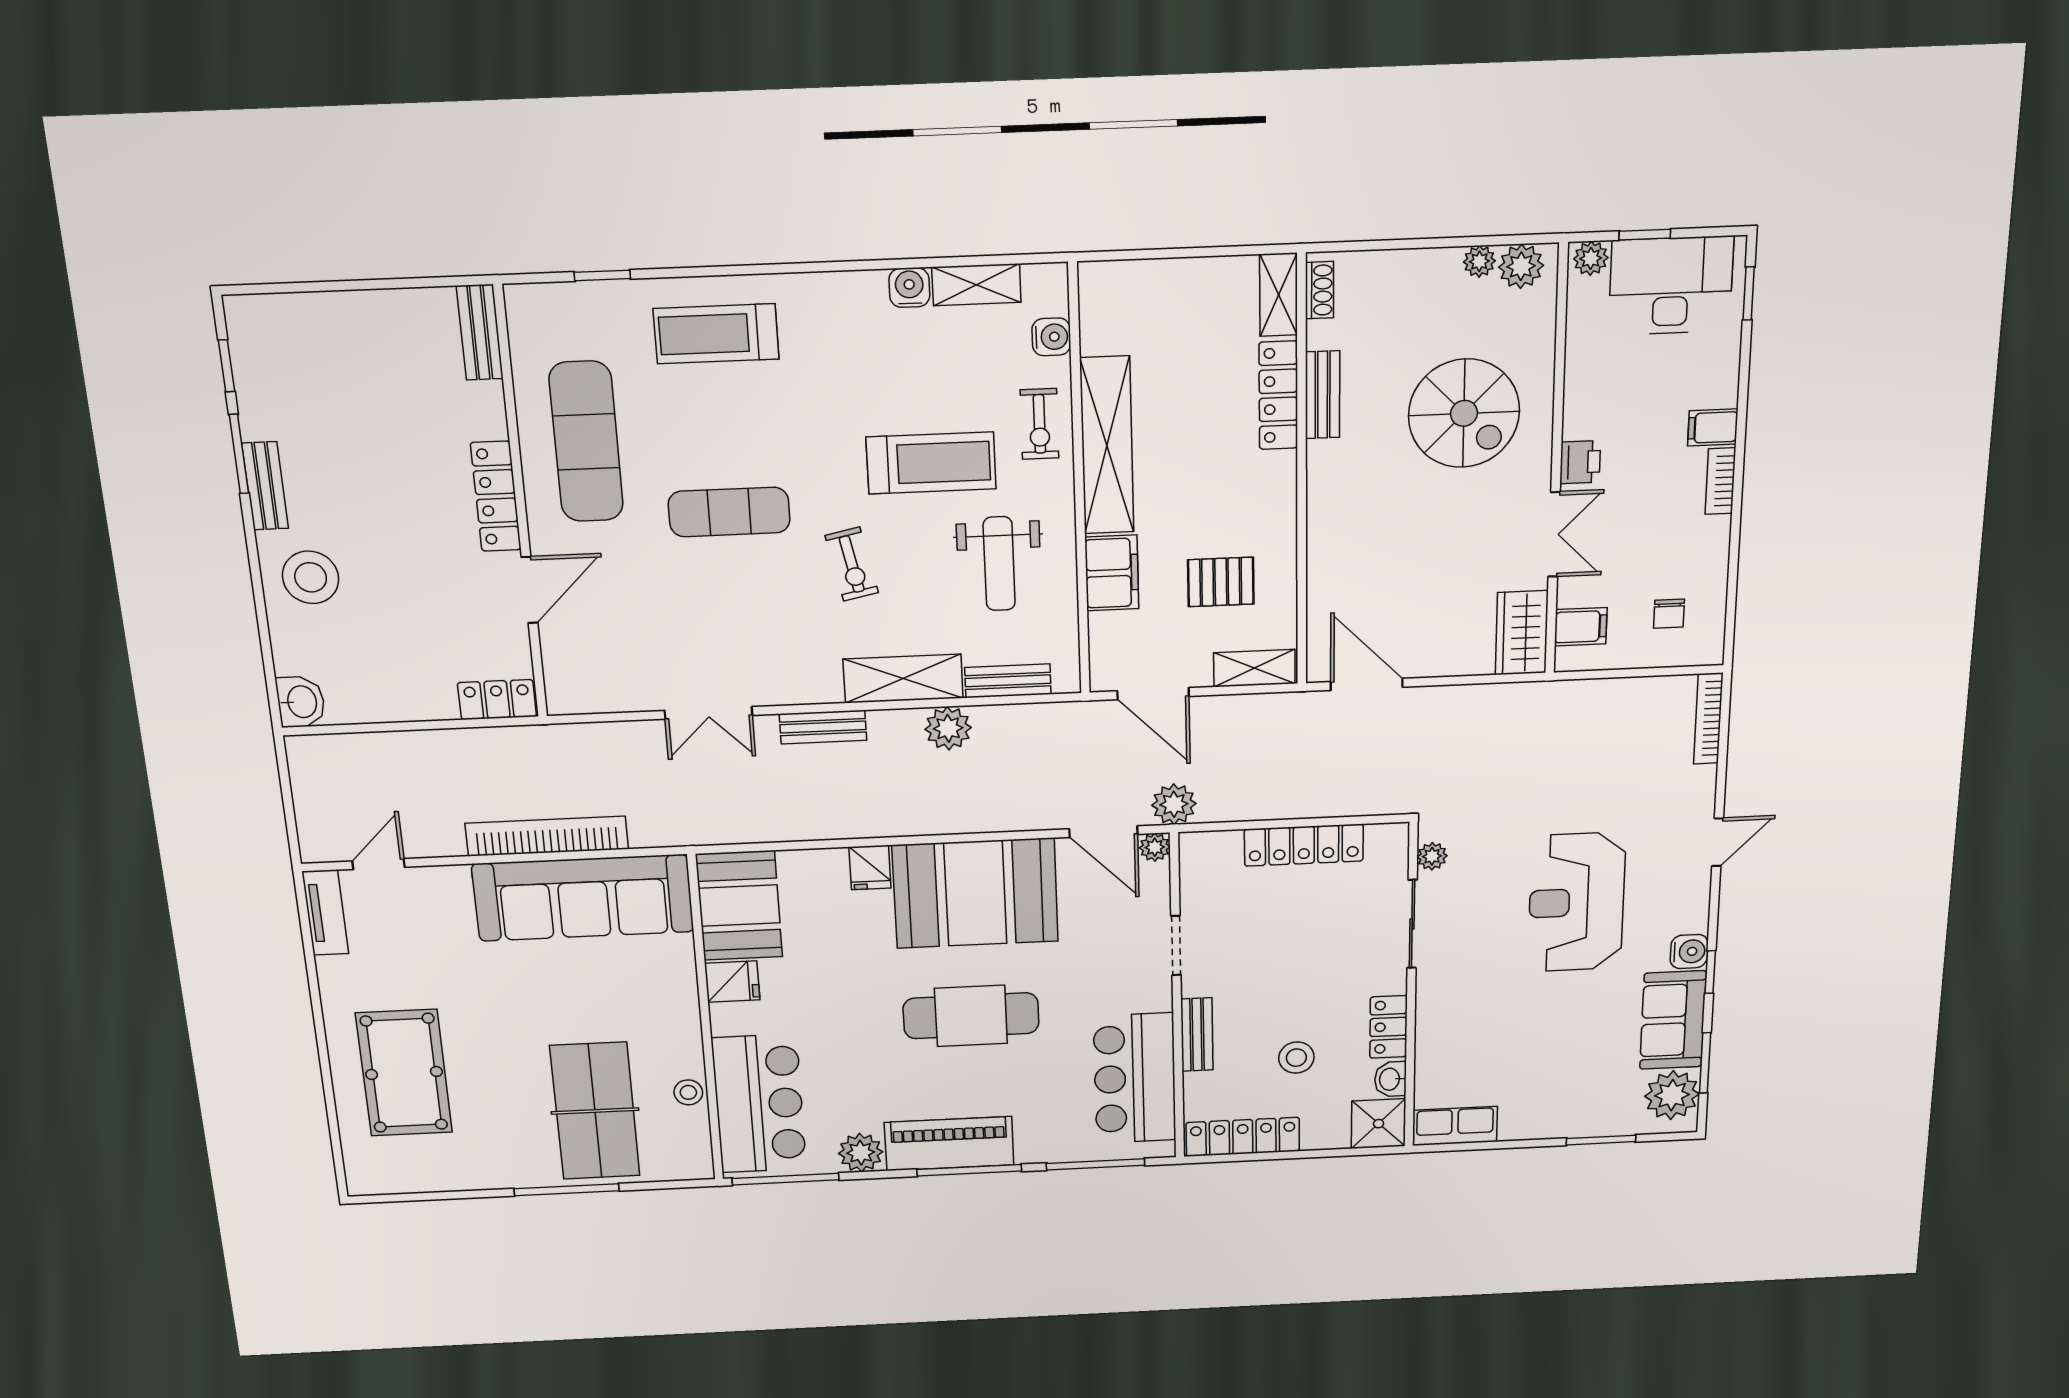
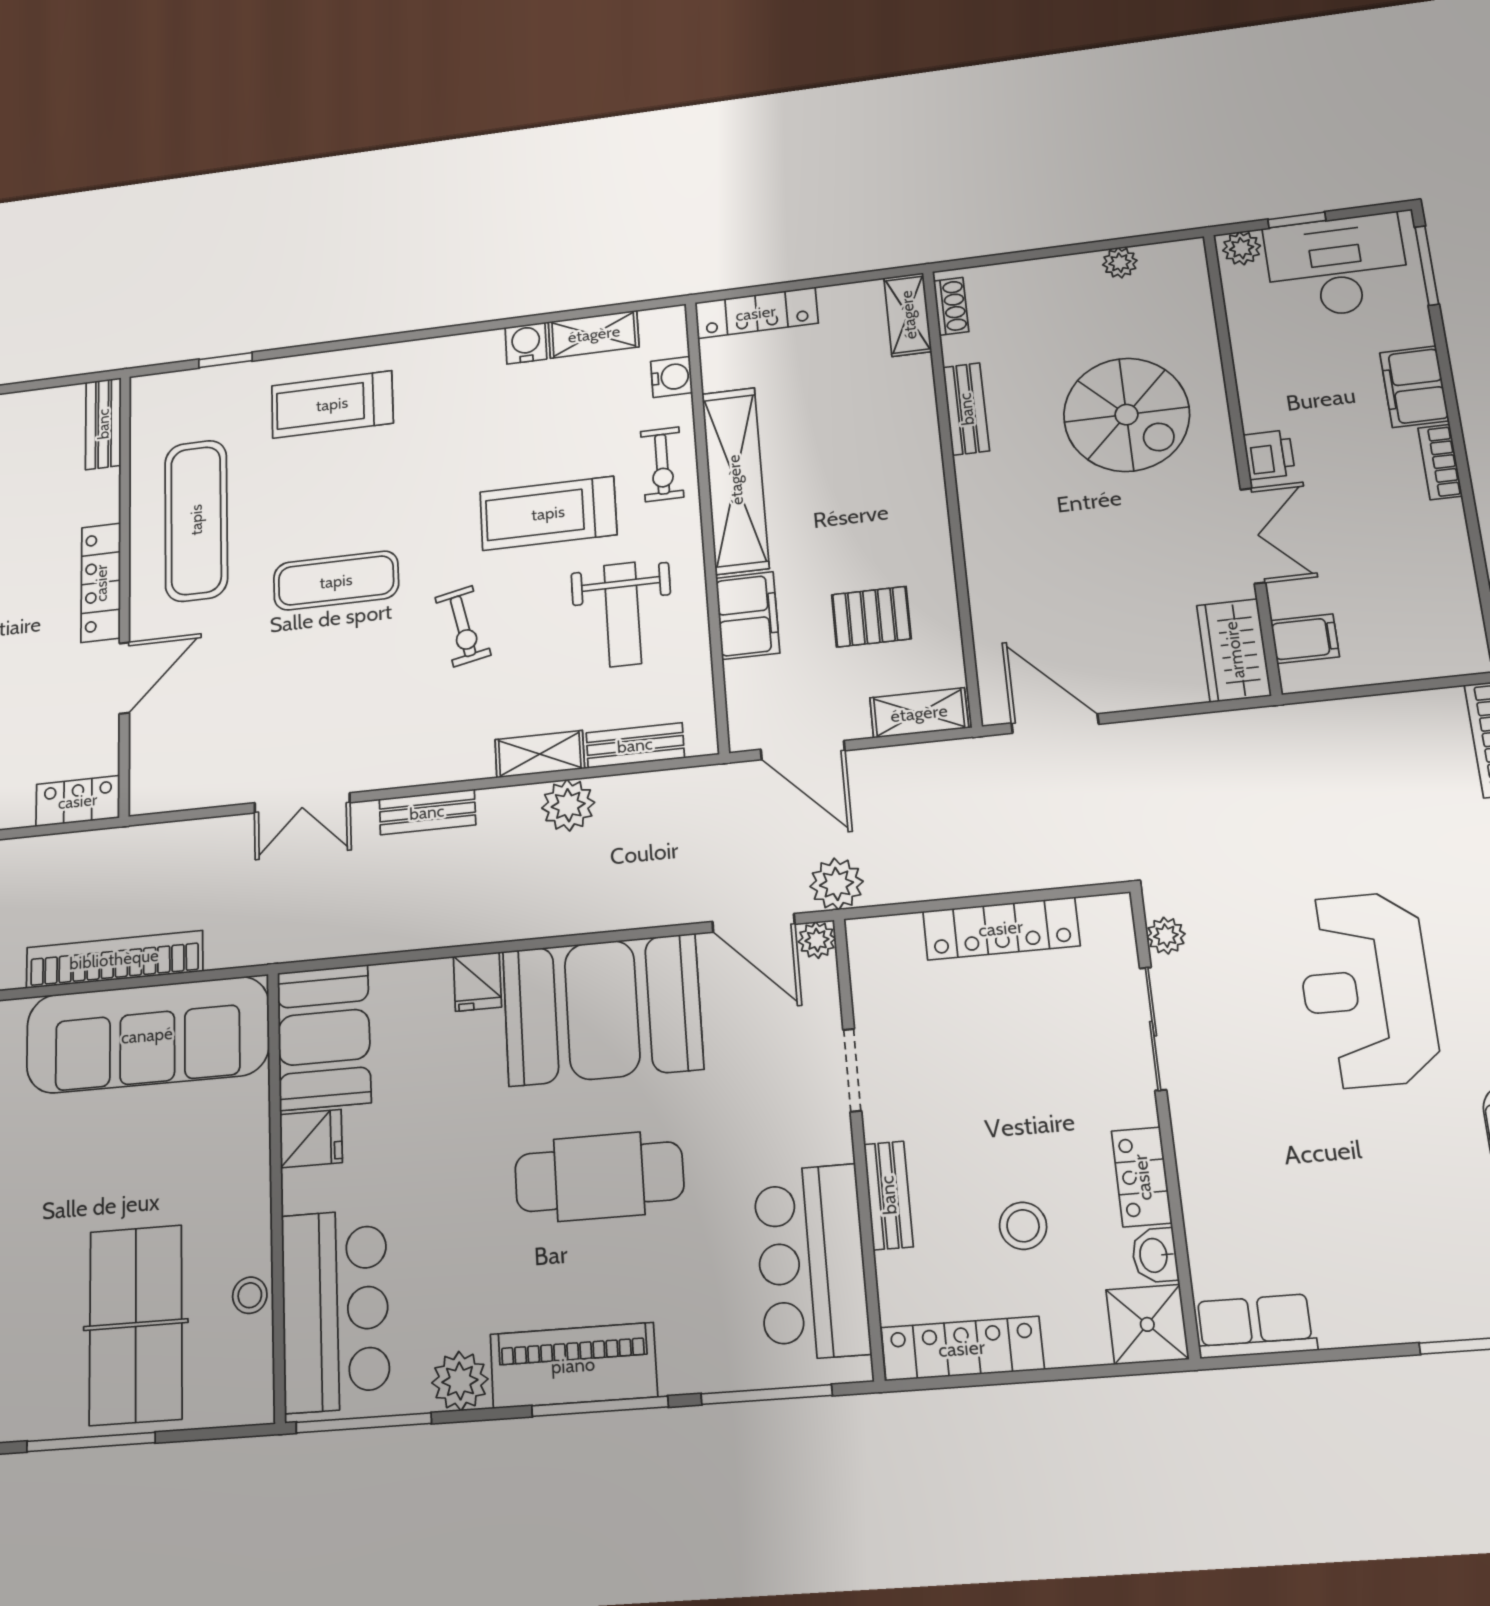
plant: (1521, 266) -> (1166, 263), removed
window: (1749, 293) -> (1427, 266), width x1.50
locker: (1278, 395) -> (756, 313), moved, turned -90
filing cabinet: (1713, 427) -> (1414, 387), width x2.00
treadmill: (931, 463) -> (548, 513), turned 180
chair: (1669, 614) -> (1411, 616), removed
shelving: (903, 679) -> (540, 754), width x0.67, depth x0.75

